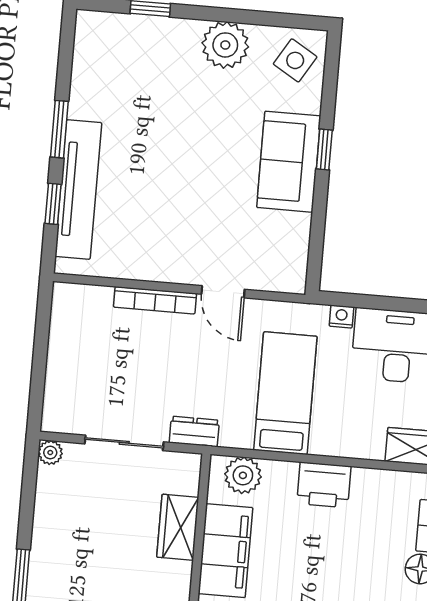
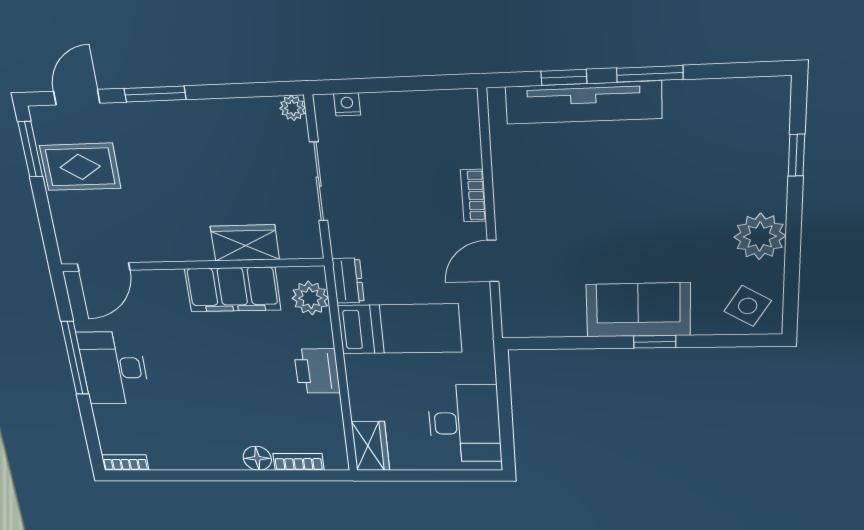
bookcase: (155, 300) -> (474, 196), width x0.64
nightstand: (341, 317) -> (347, 104), moved, turned -90
dresser: (194, 431) -> (348, 281), moved

